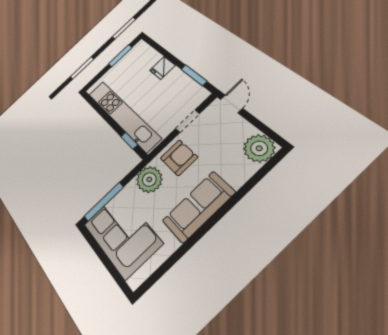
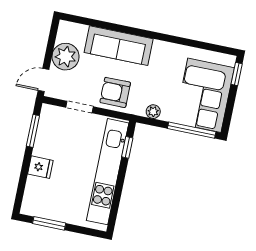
plant: (259, 148) -> (66, 57), moved
plant: (149, 179) -> (153, 112), width x0.53, depth x0.53
sofa: (198, 207) -> (119, 46), moved
window: (118, 278) -> (237, 74), added

